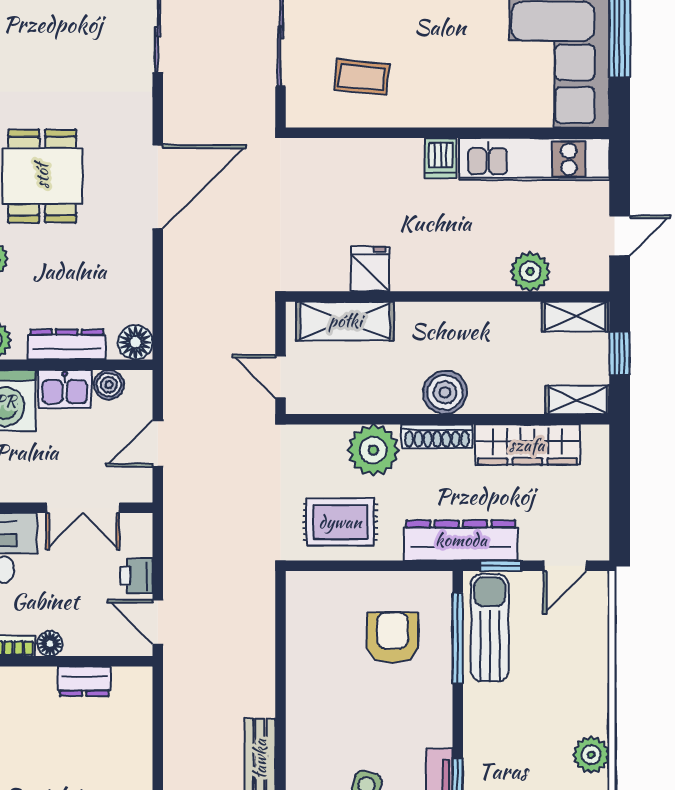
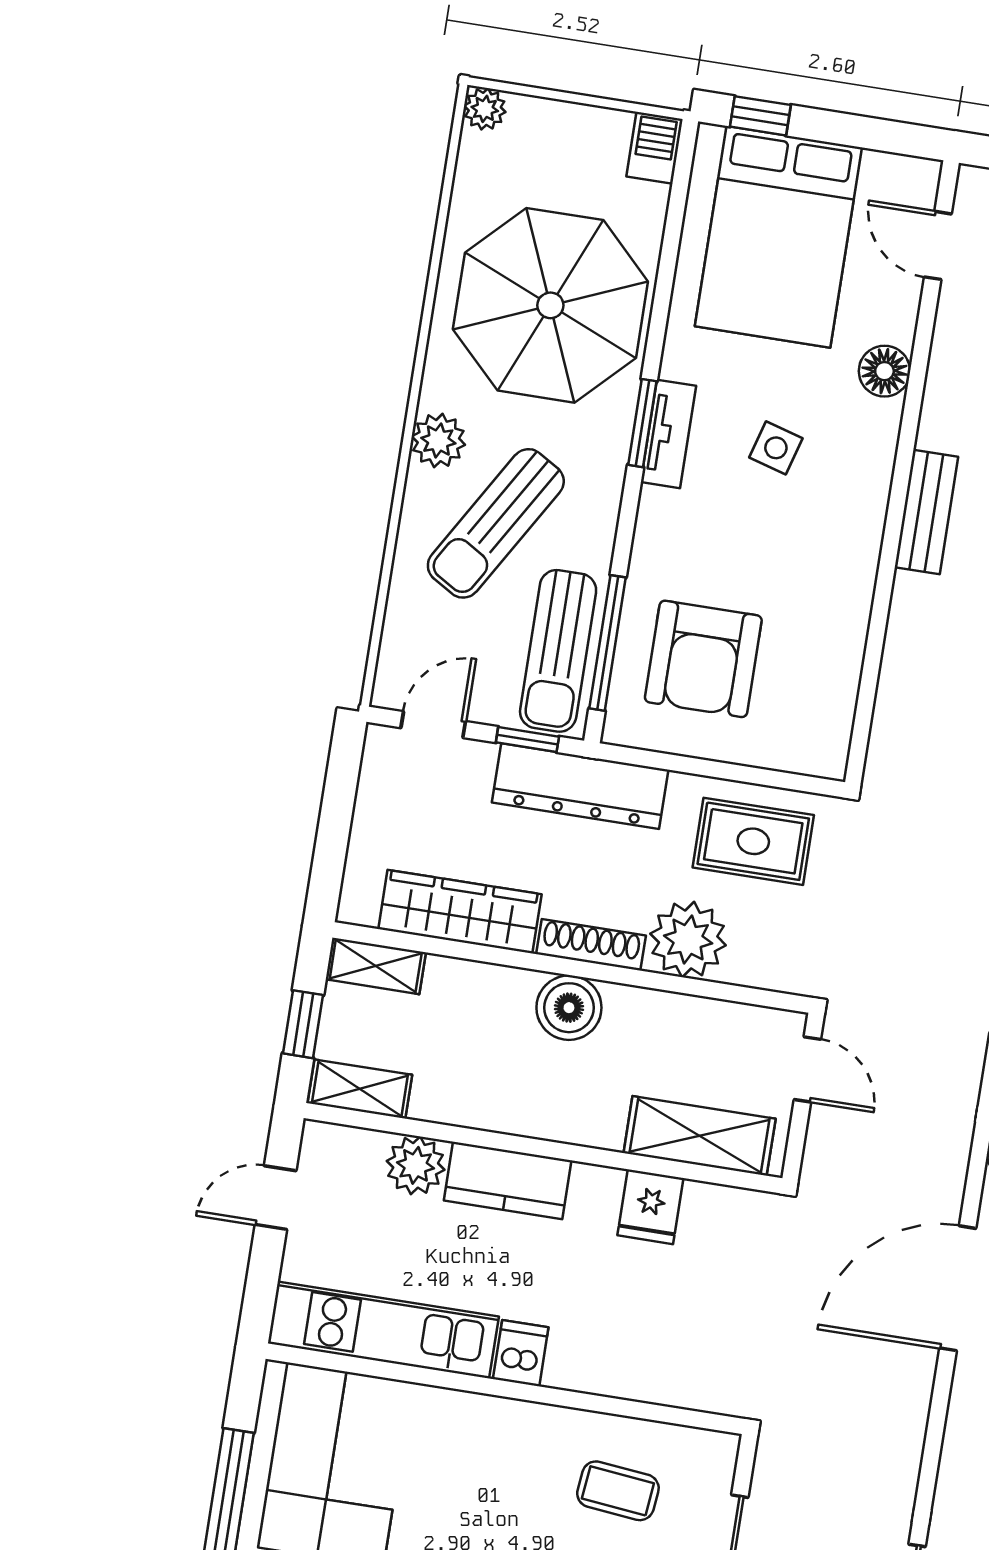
door: (158, 187) -> (958, 1288), moved
kitchen counter: (468, 271) -> (508, 1181), added
armchair: (393, 638) -> (703, 659), width x1.36, depth x1.36
sun lounger: (544, 706) -> (496, 523), added

